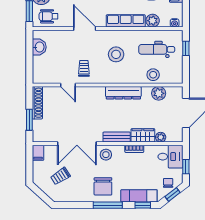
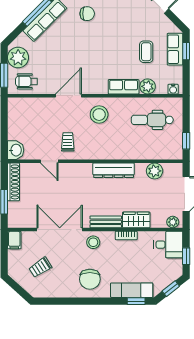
row of seats: (126, 21) -> (124, 87), width x0.68
door: (85, 29) -> (68, 96), hinge flipped
washbasin: (39, 47) -> (16, 150), moved
window: (186, 48) -> (186, 141), moved
stool: (116, 54) -> (99, 115), moved
stool: (153, 75) -> (148, 149), removed
plant: (161, 137) -> (173, 222), moved
double door: (77, 144) -> (60, 230), swing flipped
chair: (168, 183) -> (166, 275), removed
window: (108, 205) -> (95, 301), removed

